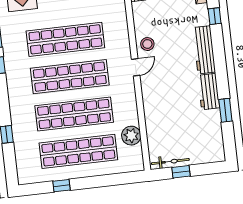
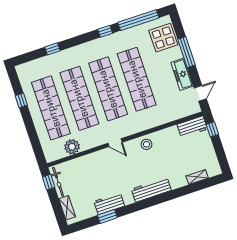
window: (215, 16) -> (179, 192), removed
door: (136, 67) -> (115, 143), moved
workbench: (209, 92) -> (109, 204), moved
shelving: (204, 157) -> (67, 208), added
window: (181, 172) -> (49, 182), moved

